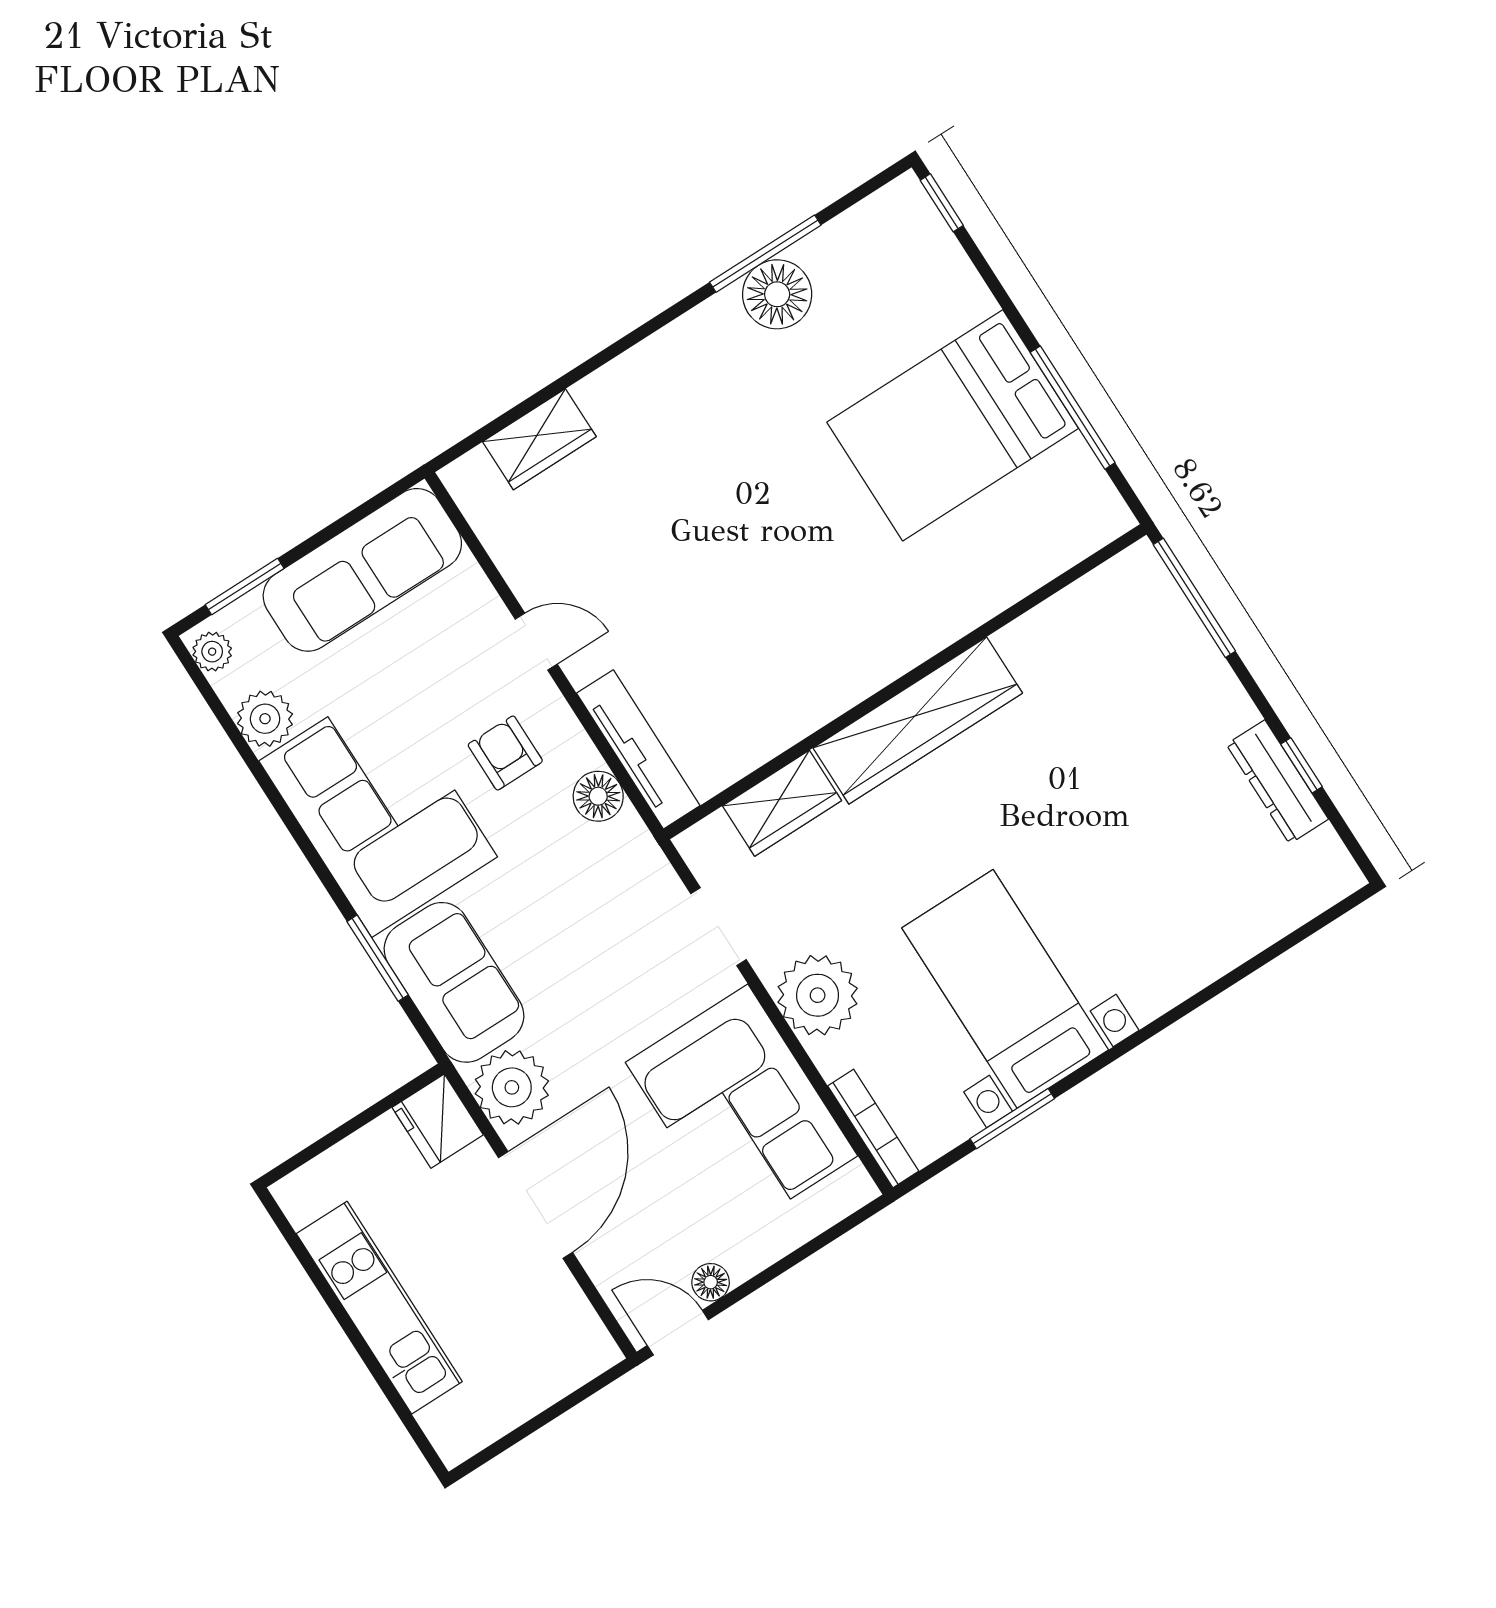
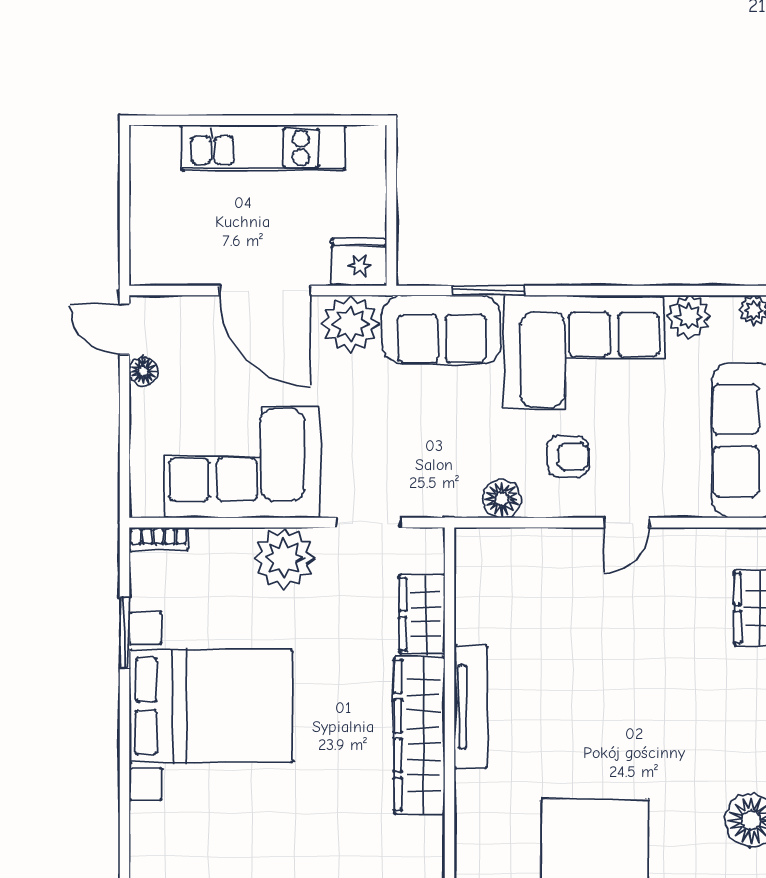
tv unit: (638, 749) -> (471, 707), moved, turned -90
bed with nightstands: (1005, 989) -> (211, 706), width x1.36
bookcase: (873, 1128) -> (159, 539), width x0.64
door: (678, 1333) -> (124, 330), swing flipped

